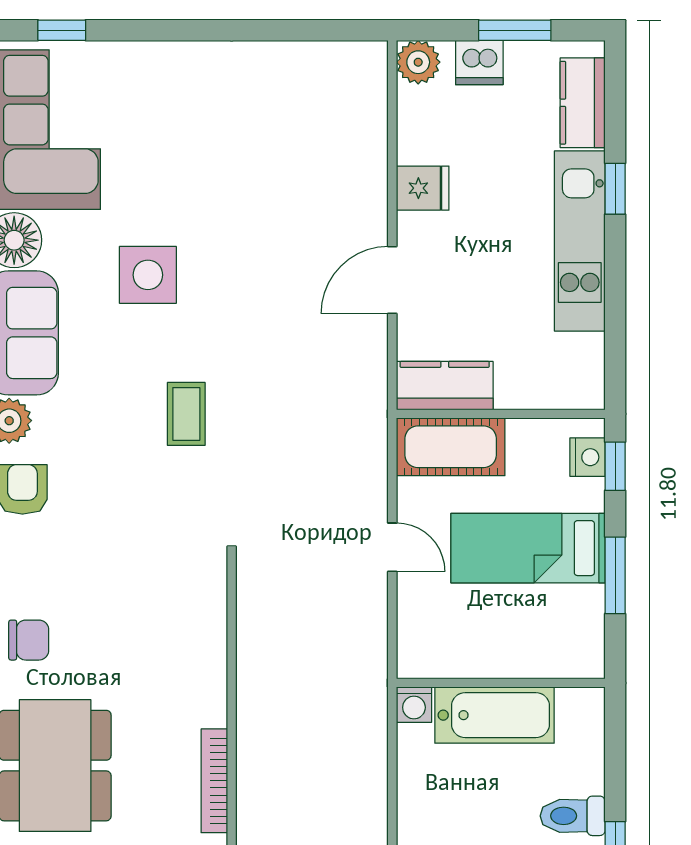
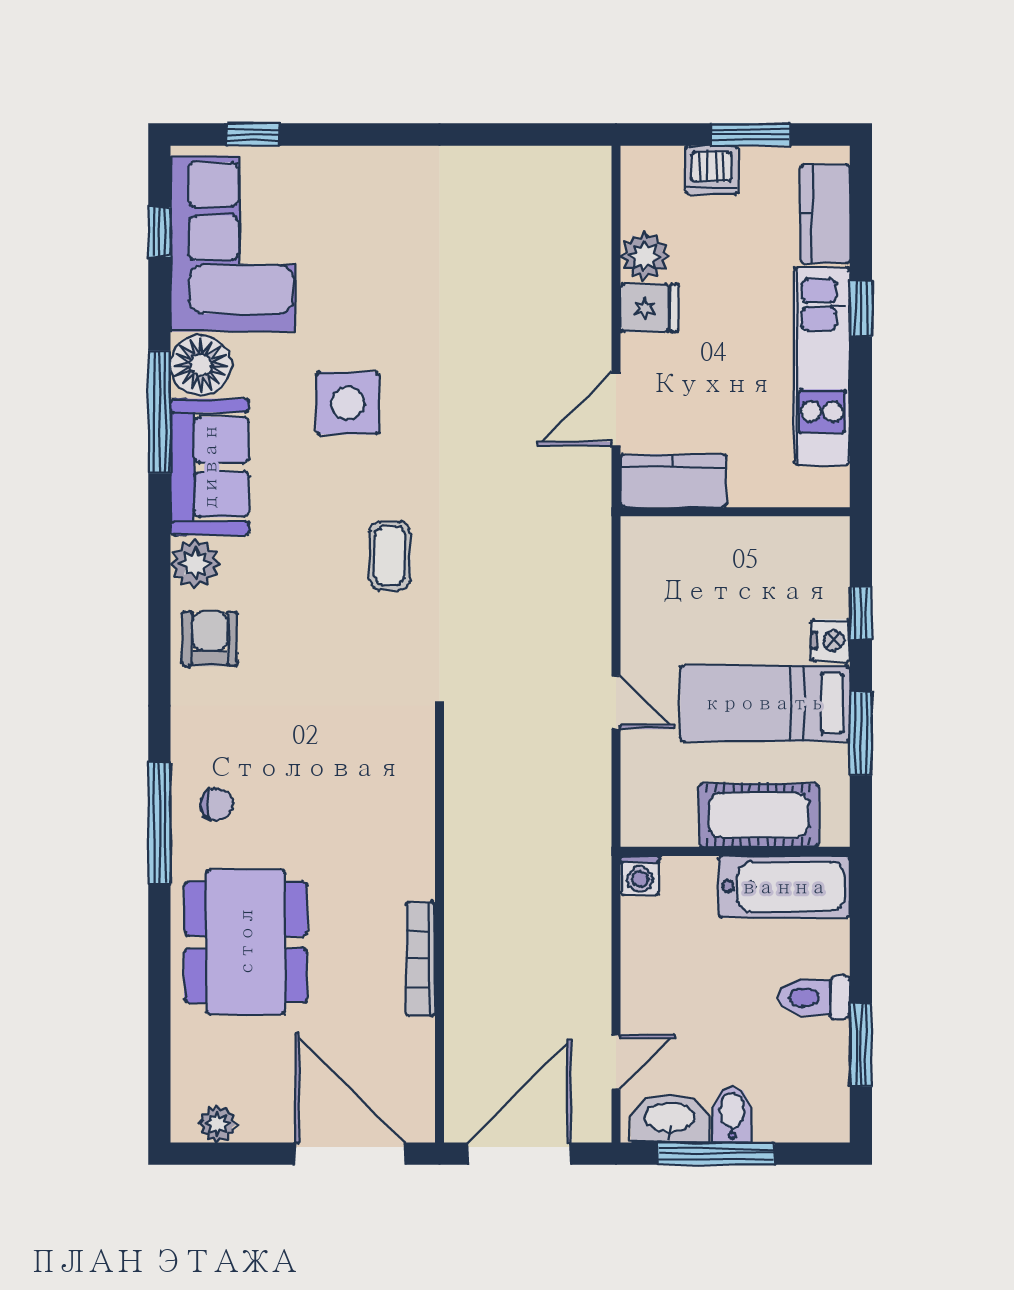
plant: (418, 62) -> (644, 256), moved
kitchen counter: (445, 386) -> (674, 481), moved
wall: (501, 414) -> (735, 512), moved
cot: (451, 447) -> (759, 815), moved
nightstand: (587, 457) -> (830, 641), moved
chair: (29, 640) -> (217, 804), width x0.73, depth x0.73
bathtub: (495, 715) -> (784, 887), moved

